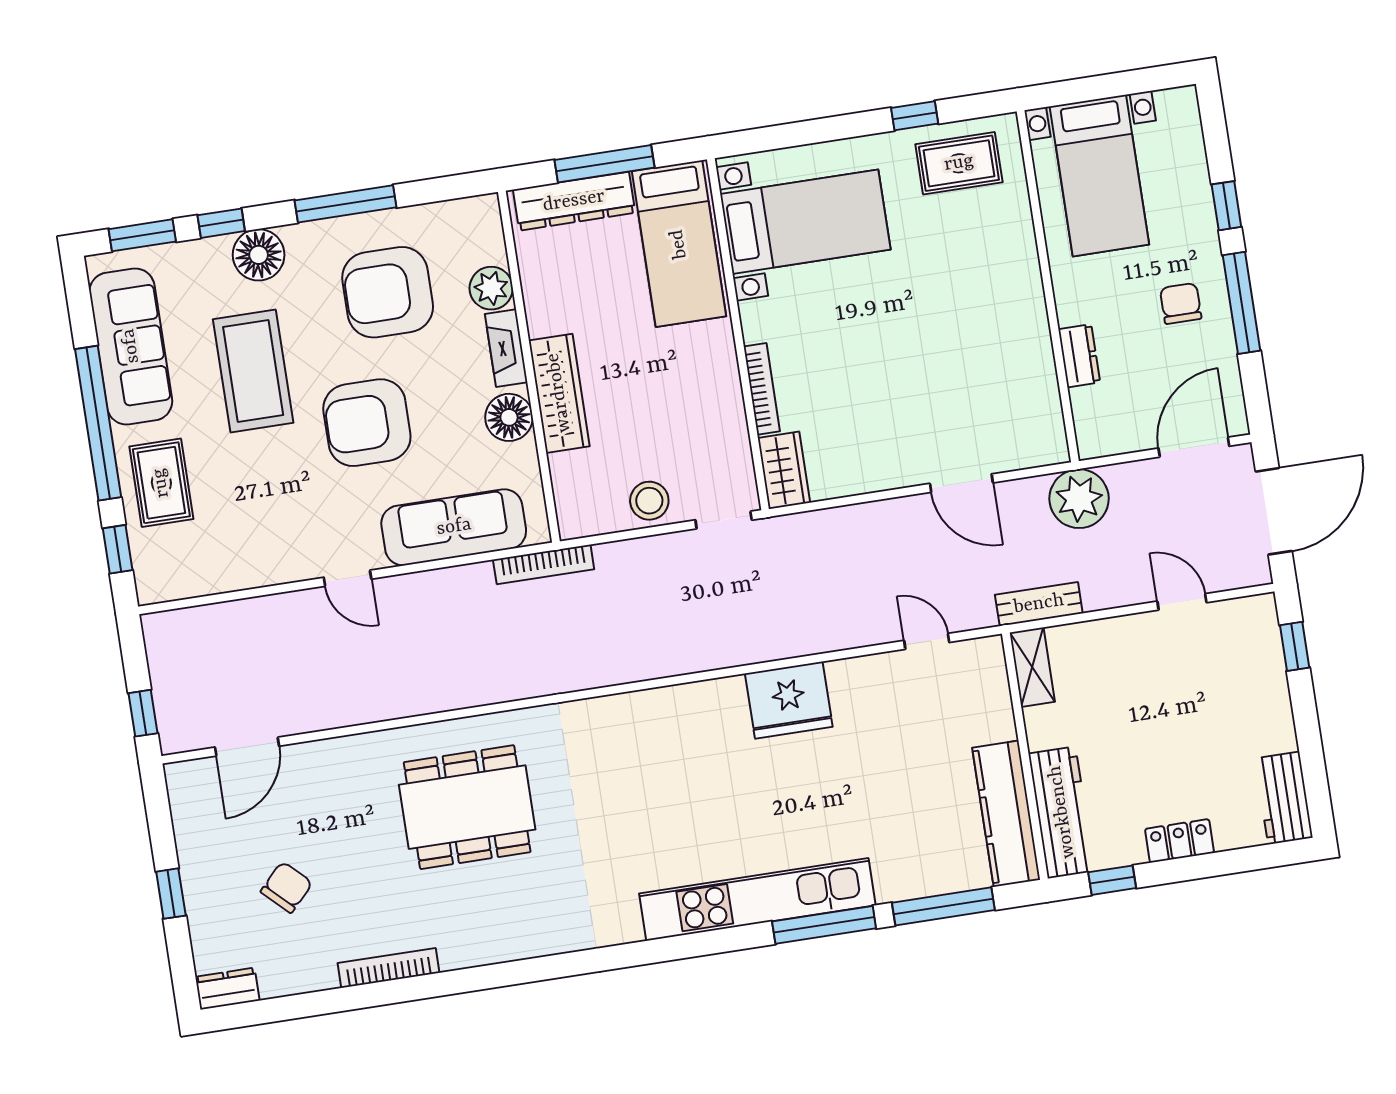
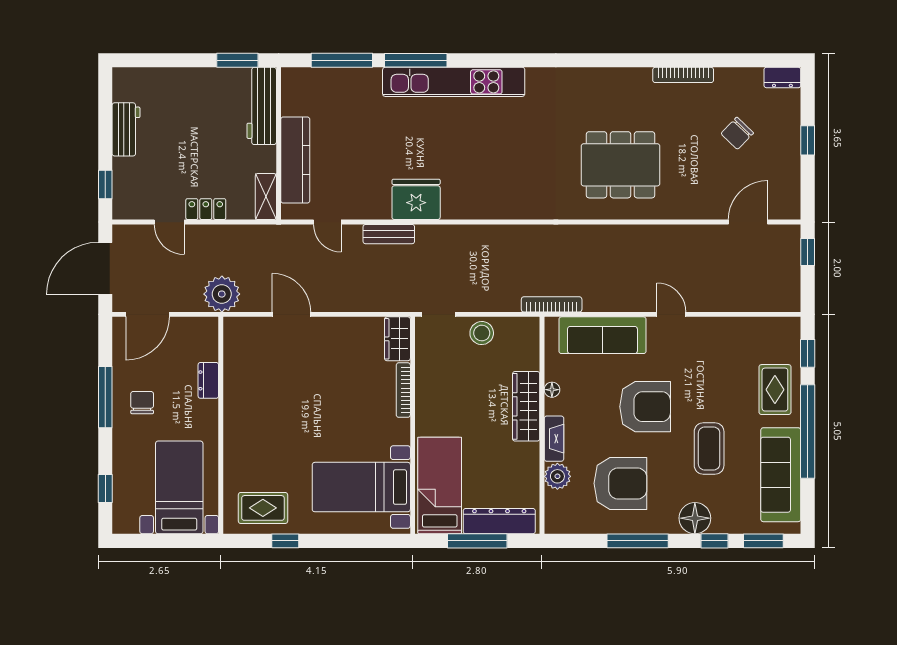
window: (1226, 206) -> (105, 488), moved
chair: (1181, 303) -> (142, 403), turned 180
coffee table: (253, 371) -> (709, 448), width x0.73, depth x0.76
floor lamp: (509, 417) -> (552, 390), width x0.53, depth x0.53
bench: (1039, 604) -> (389, 234), moved
workbench: (1284, 798) -> (126, 129), moved
kitchen counter: (1006, 814) -> (295, 160), moved
locker: (1180, 841) -> (206, 209), moved, turned 180
window: (1112, 880) -> (237, 60), width x1.50

